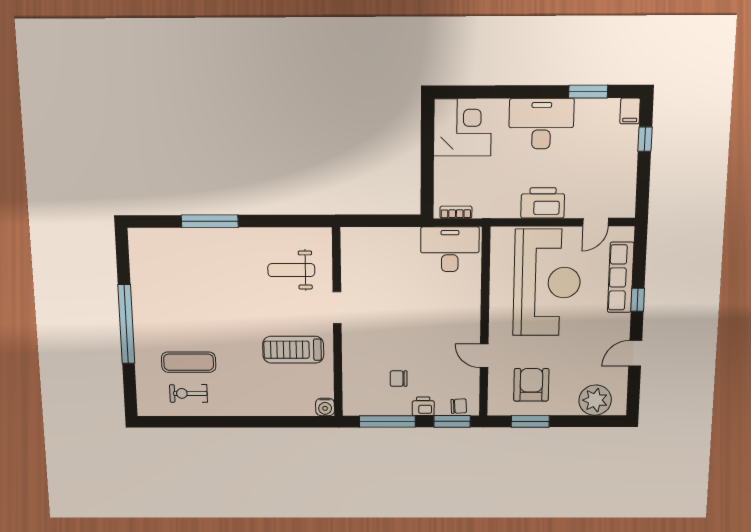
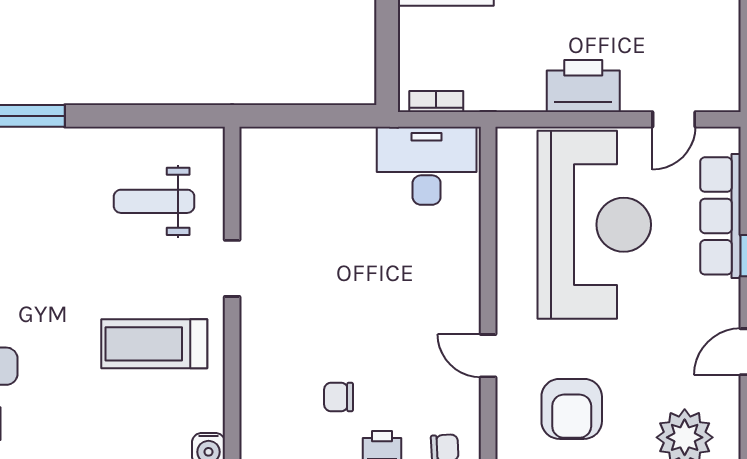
armchair: (531, 385) -> (572, 409), turned 180

